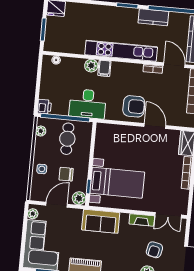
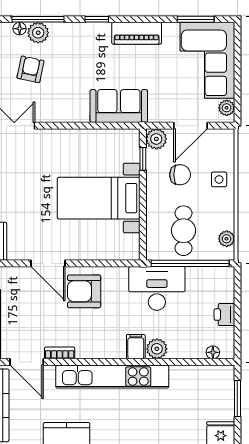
printer: (44, 107) -> (224, 315), moved
bed with nightstands: (117, 183) -> (99, 198), moved
fireplace: (142, 220) -> (55, 114), removed

